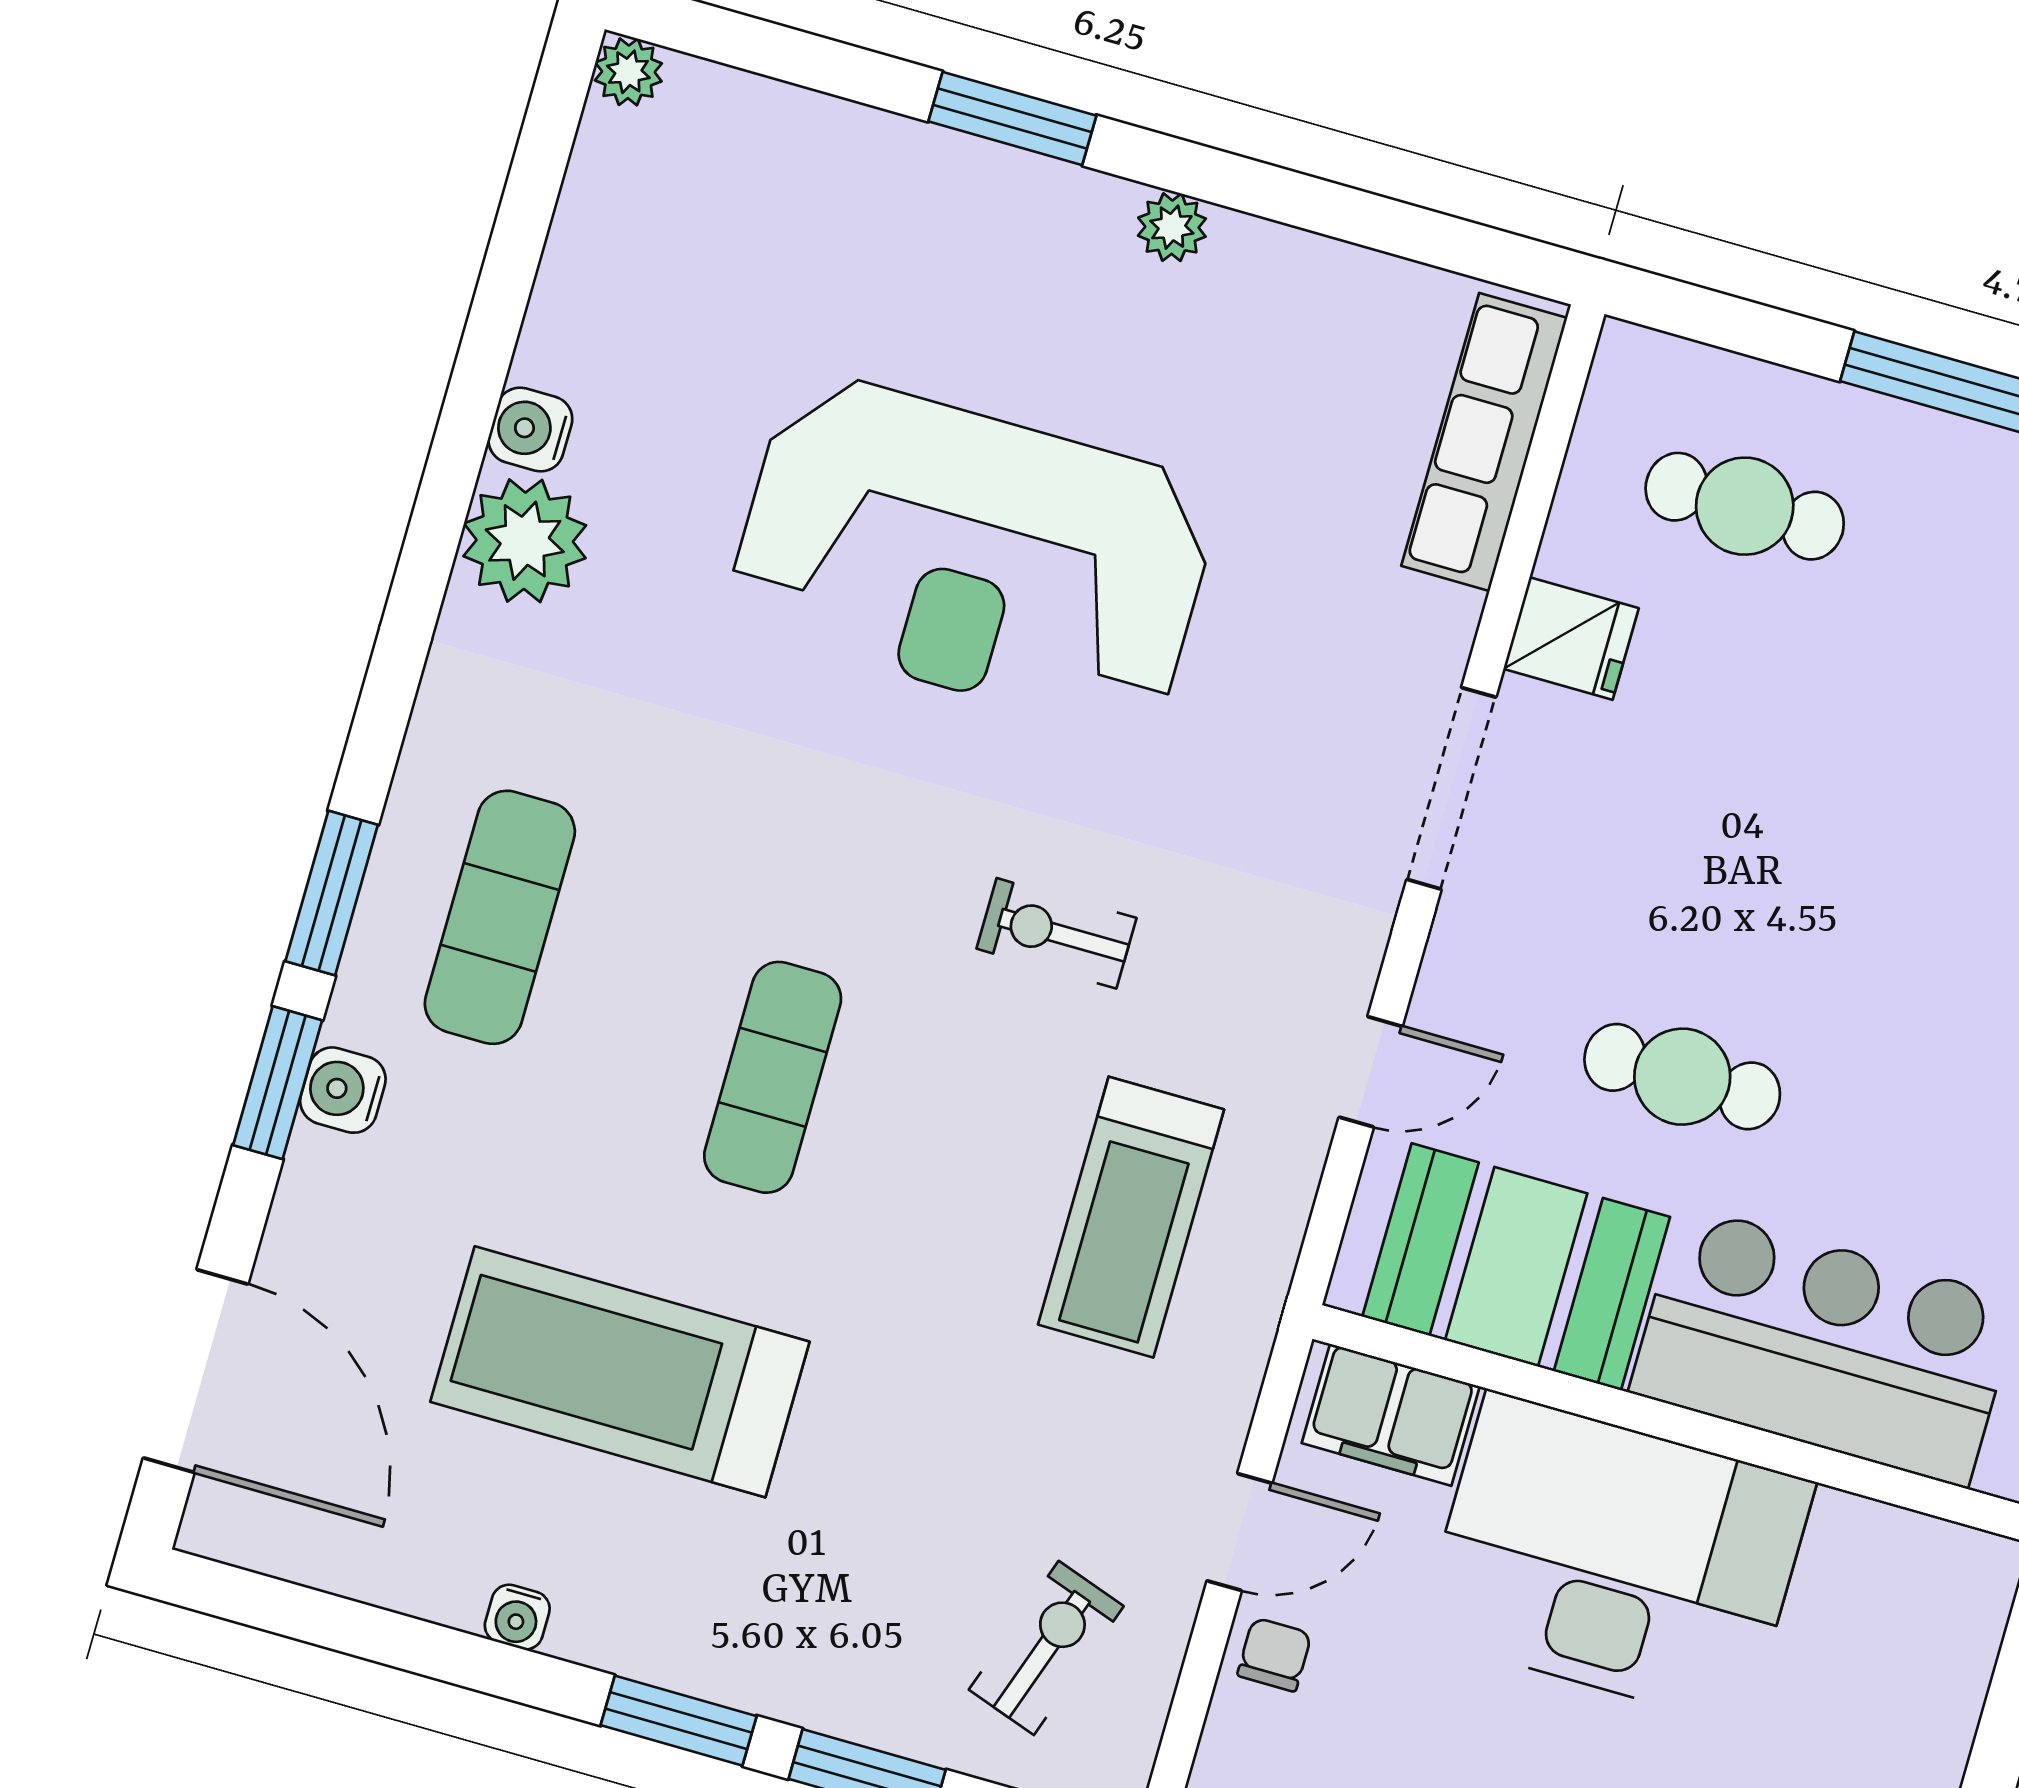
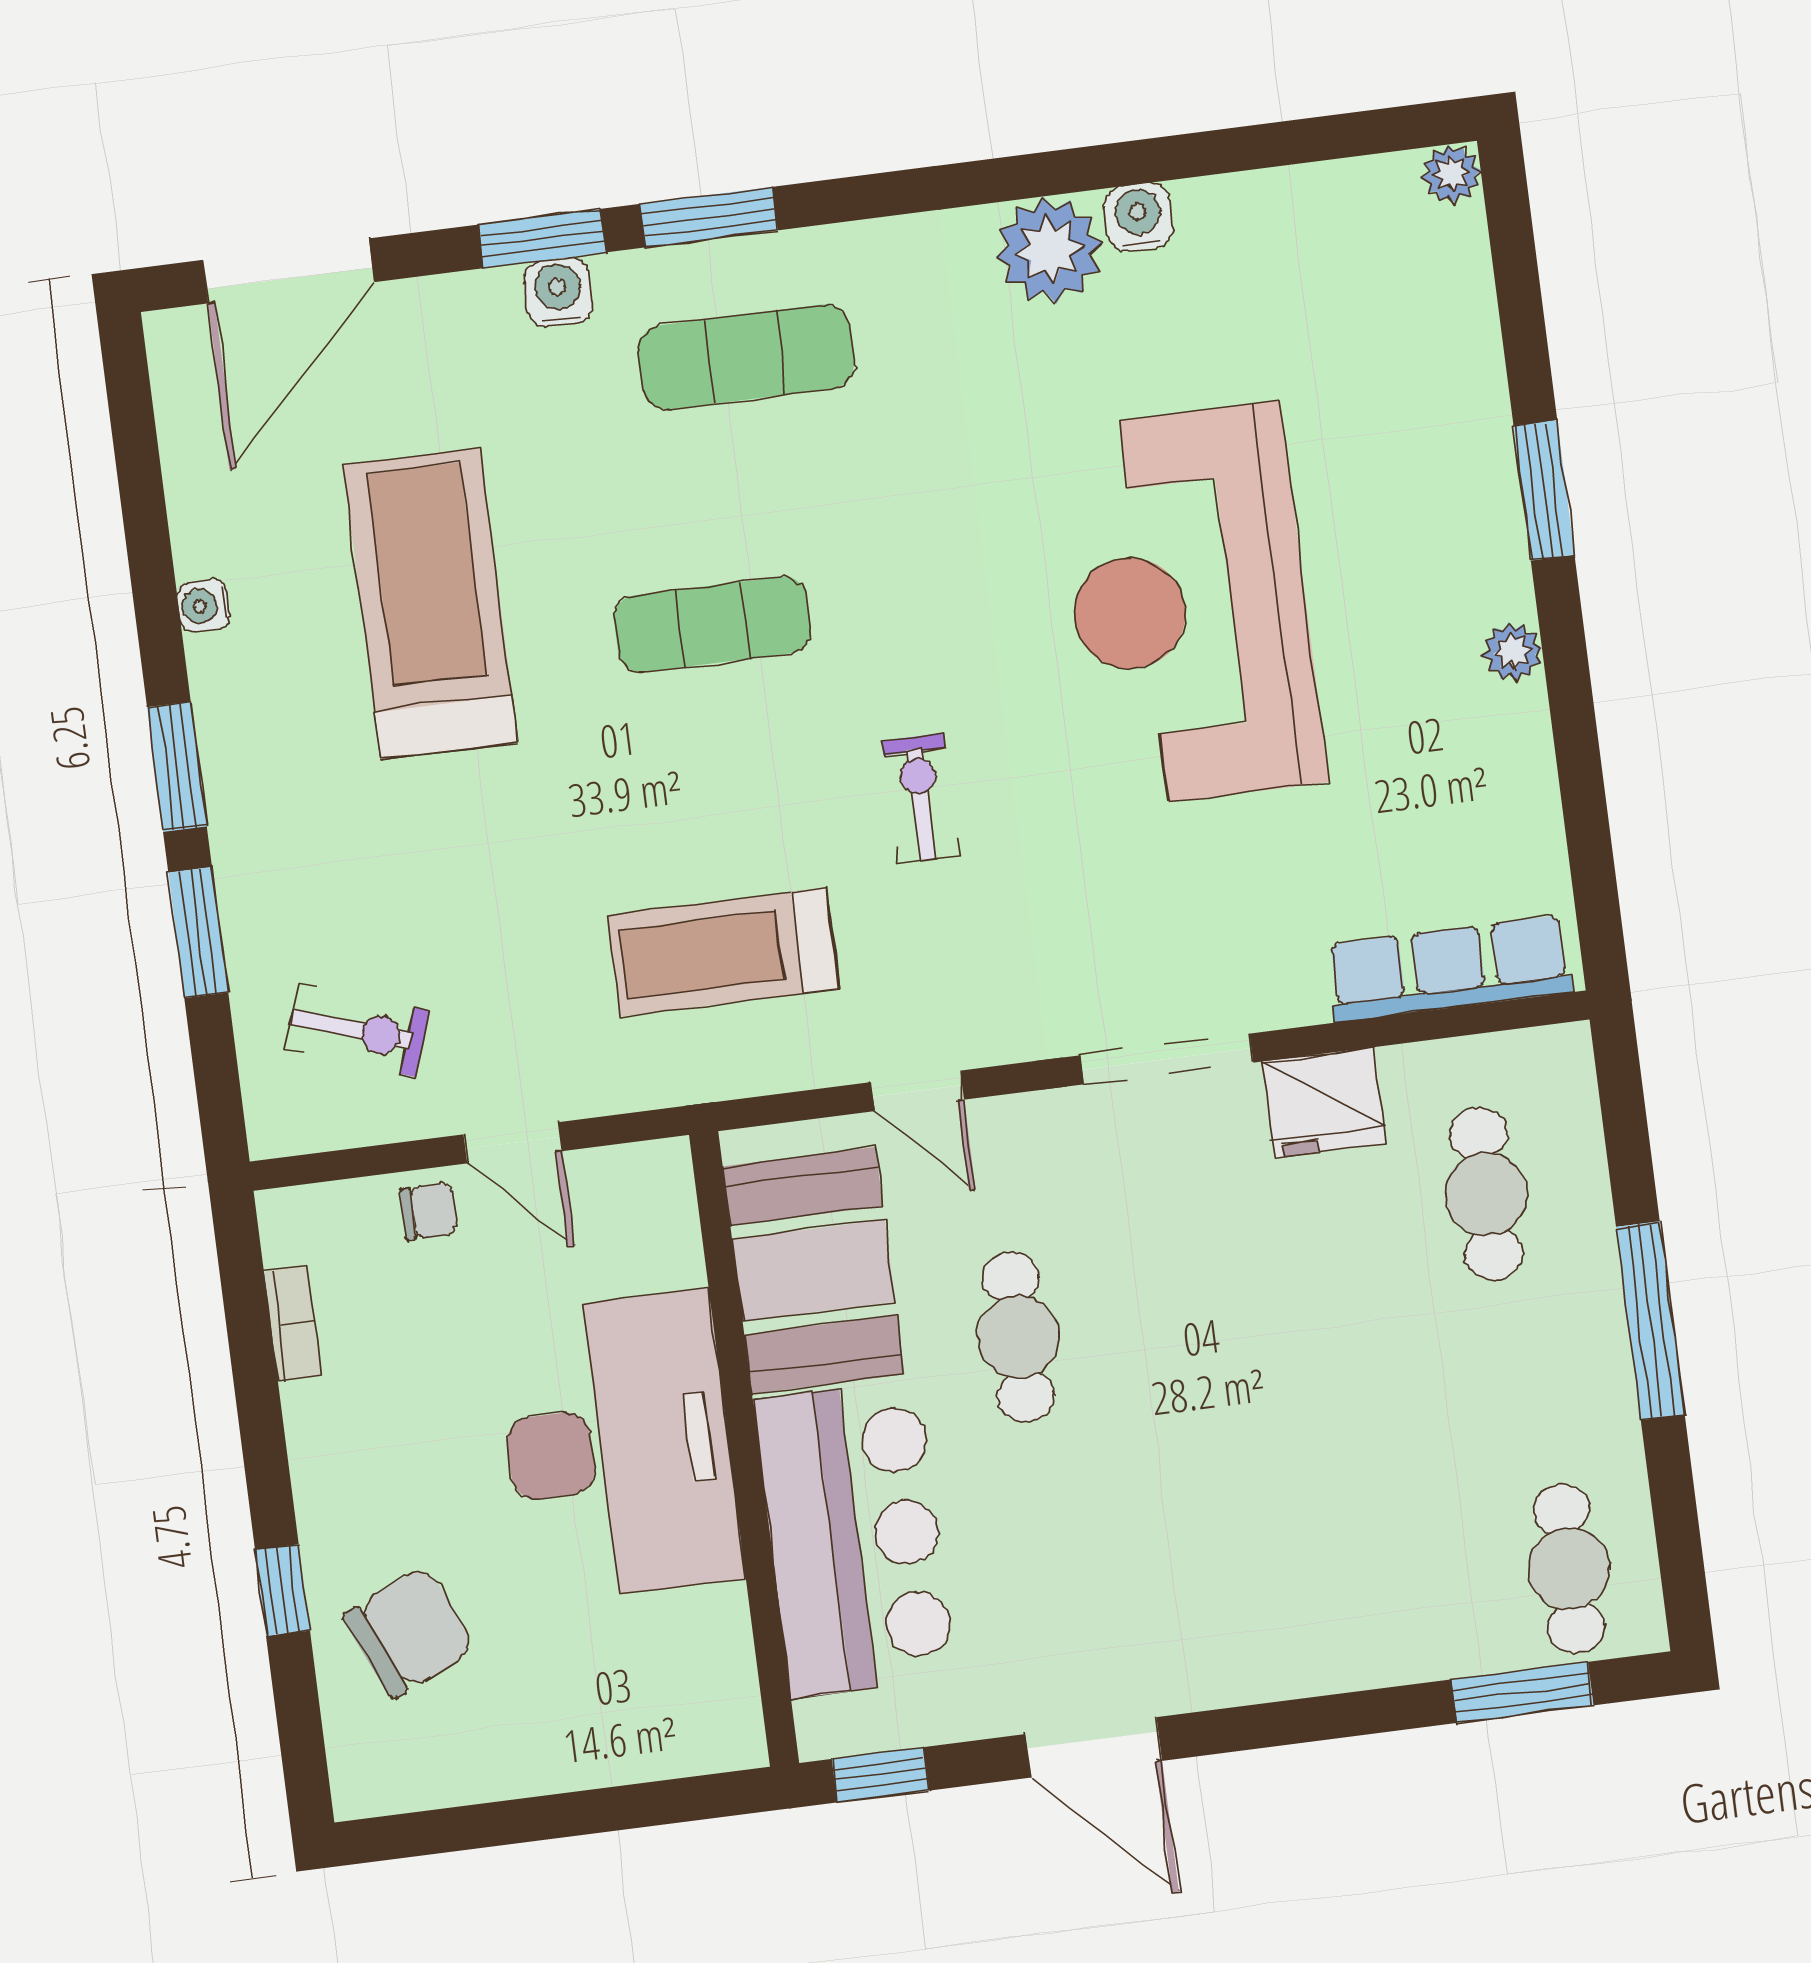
fridge: (1571, 638) -> (1324, 1102), width x1.38
filing cabinet: (1391, 1415) -> (656, 1222), removed

